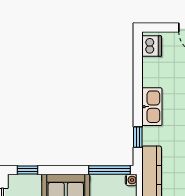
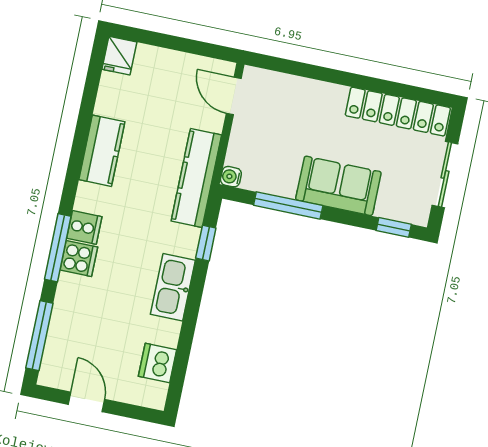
dishwasher: (152, 46) -> (158, 363), moved
window: (109, 170) -> (288, 205), moved

